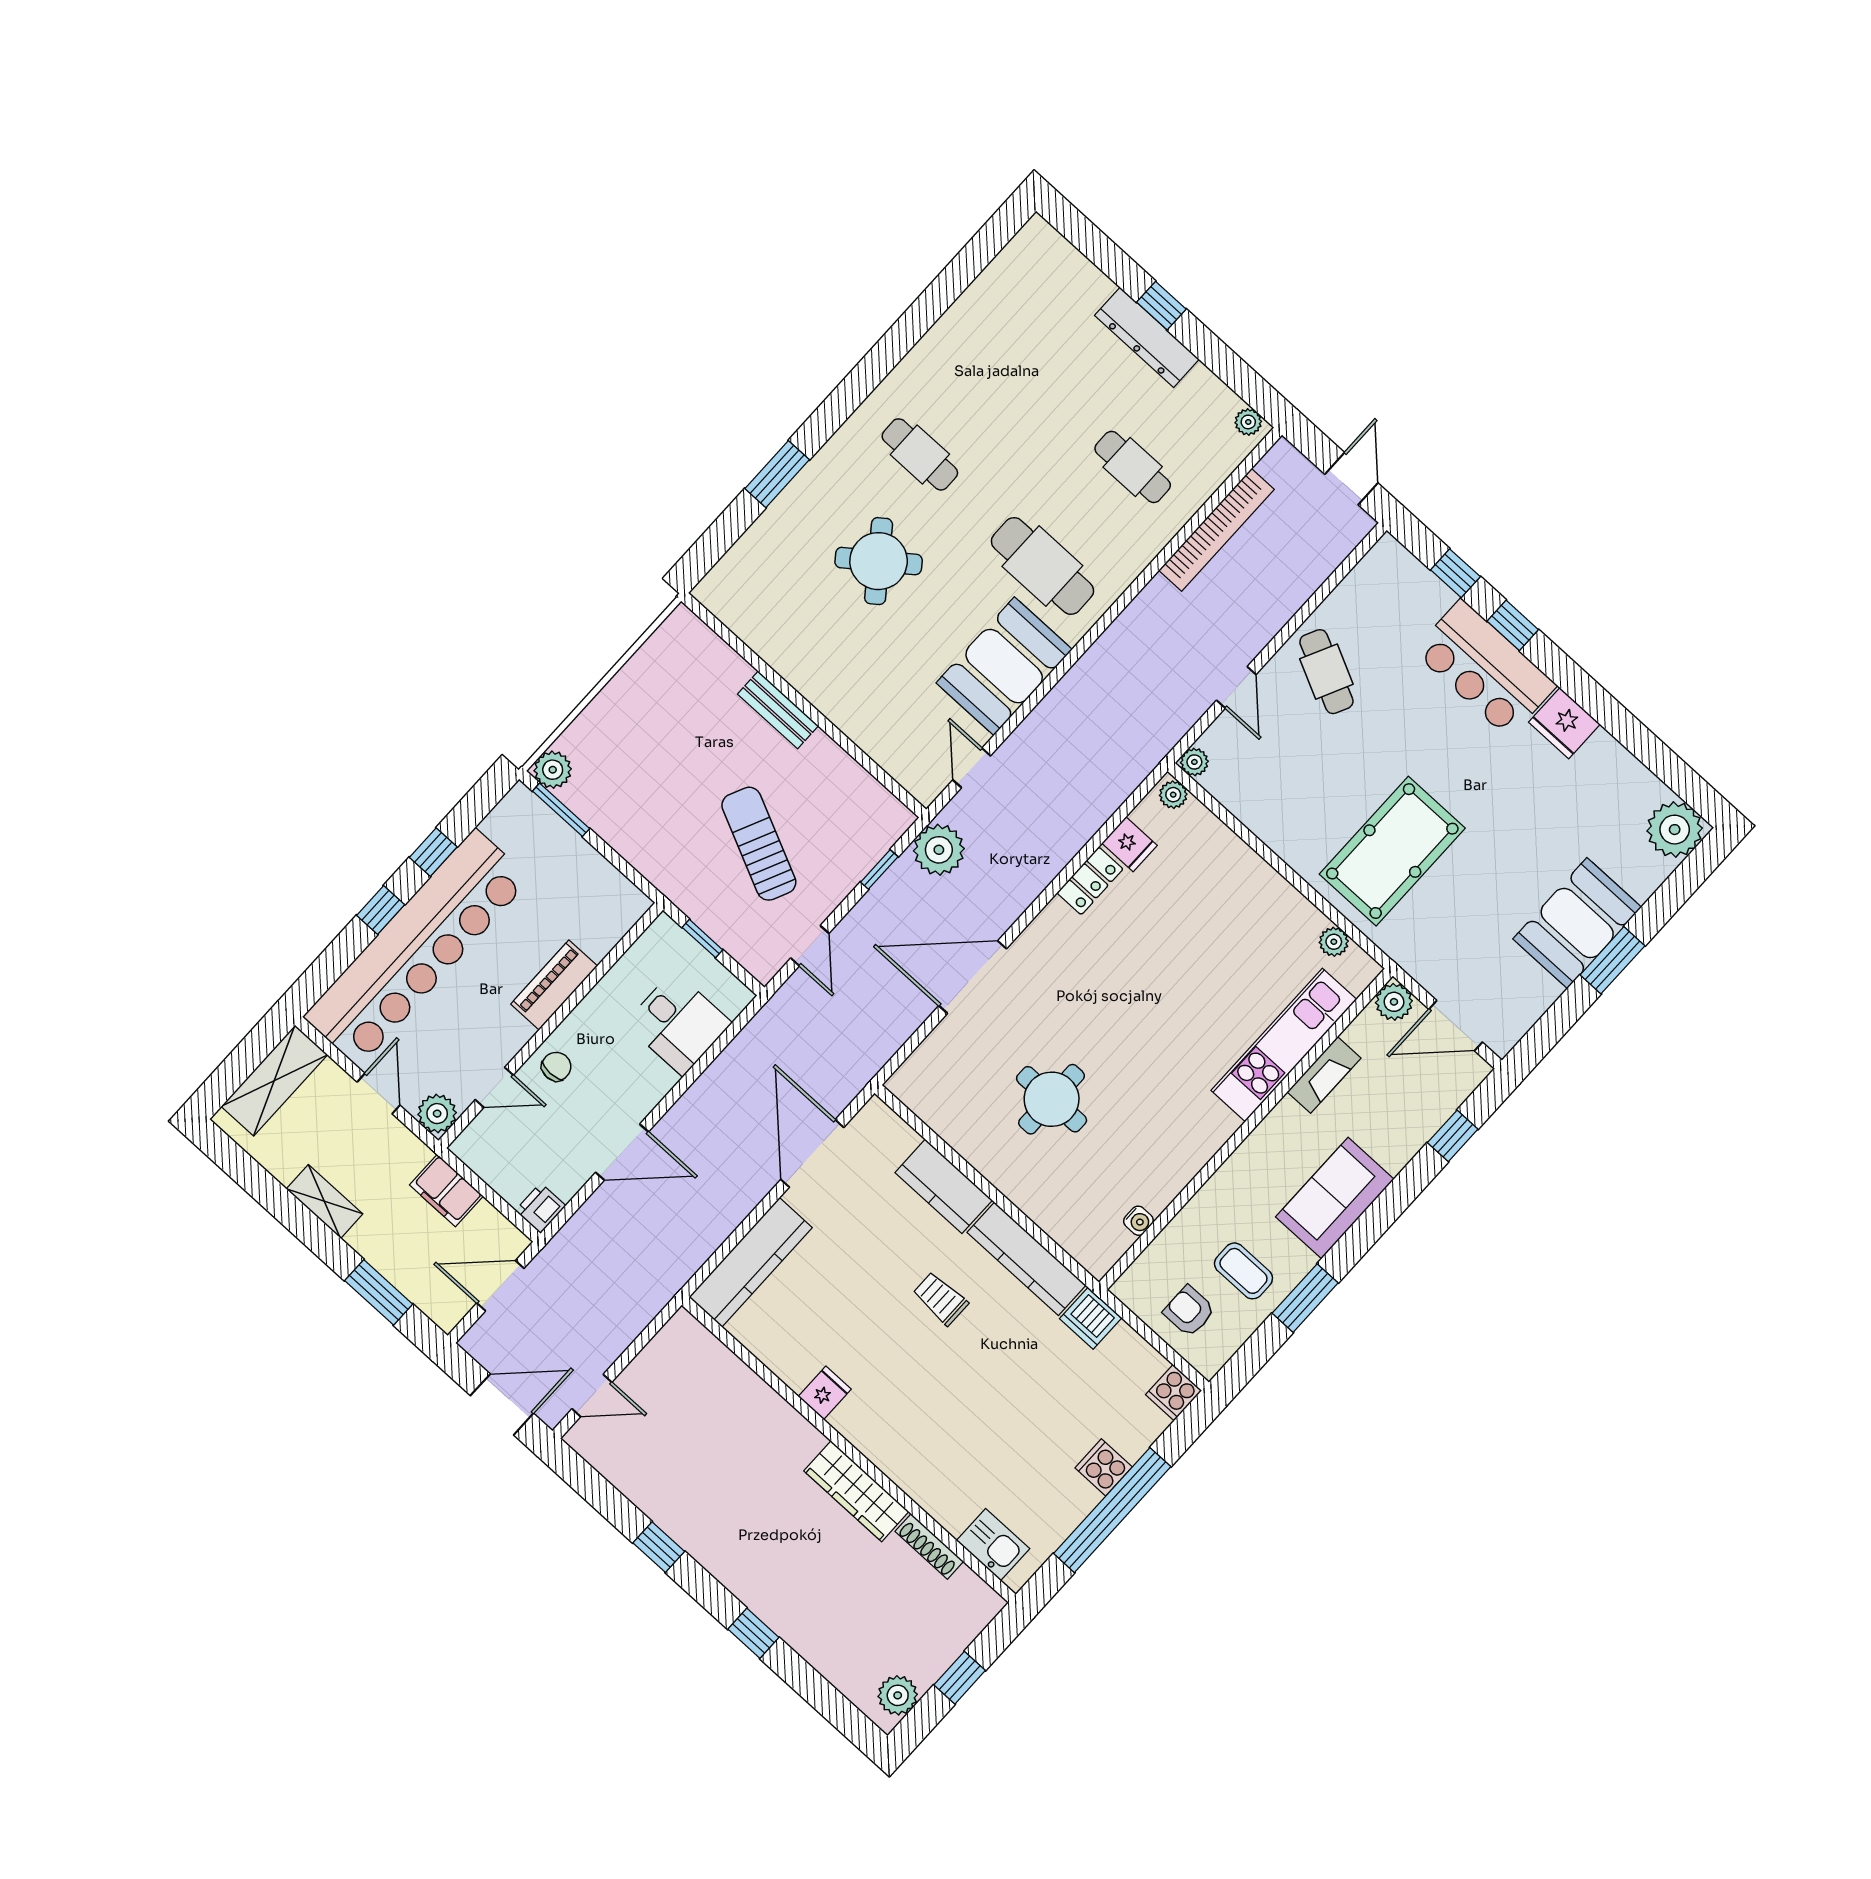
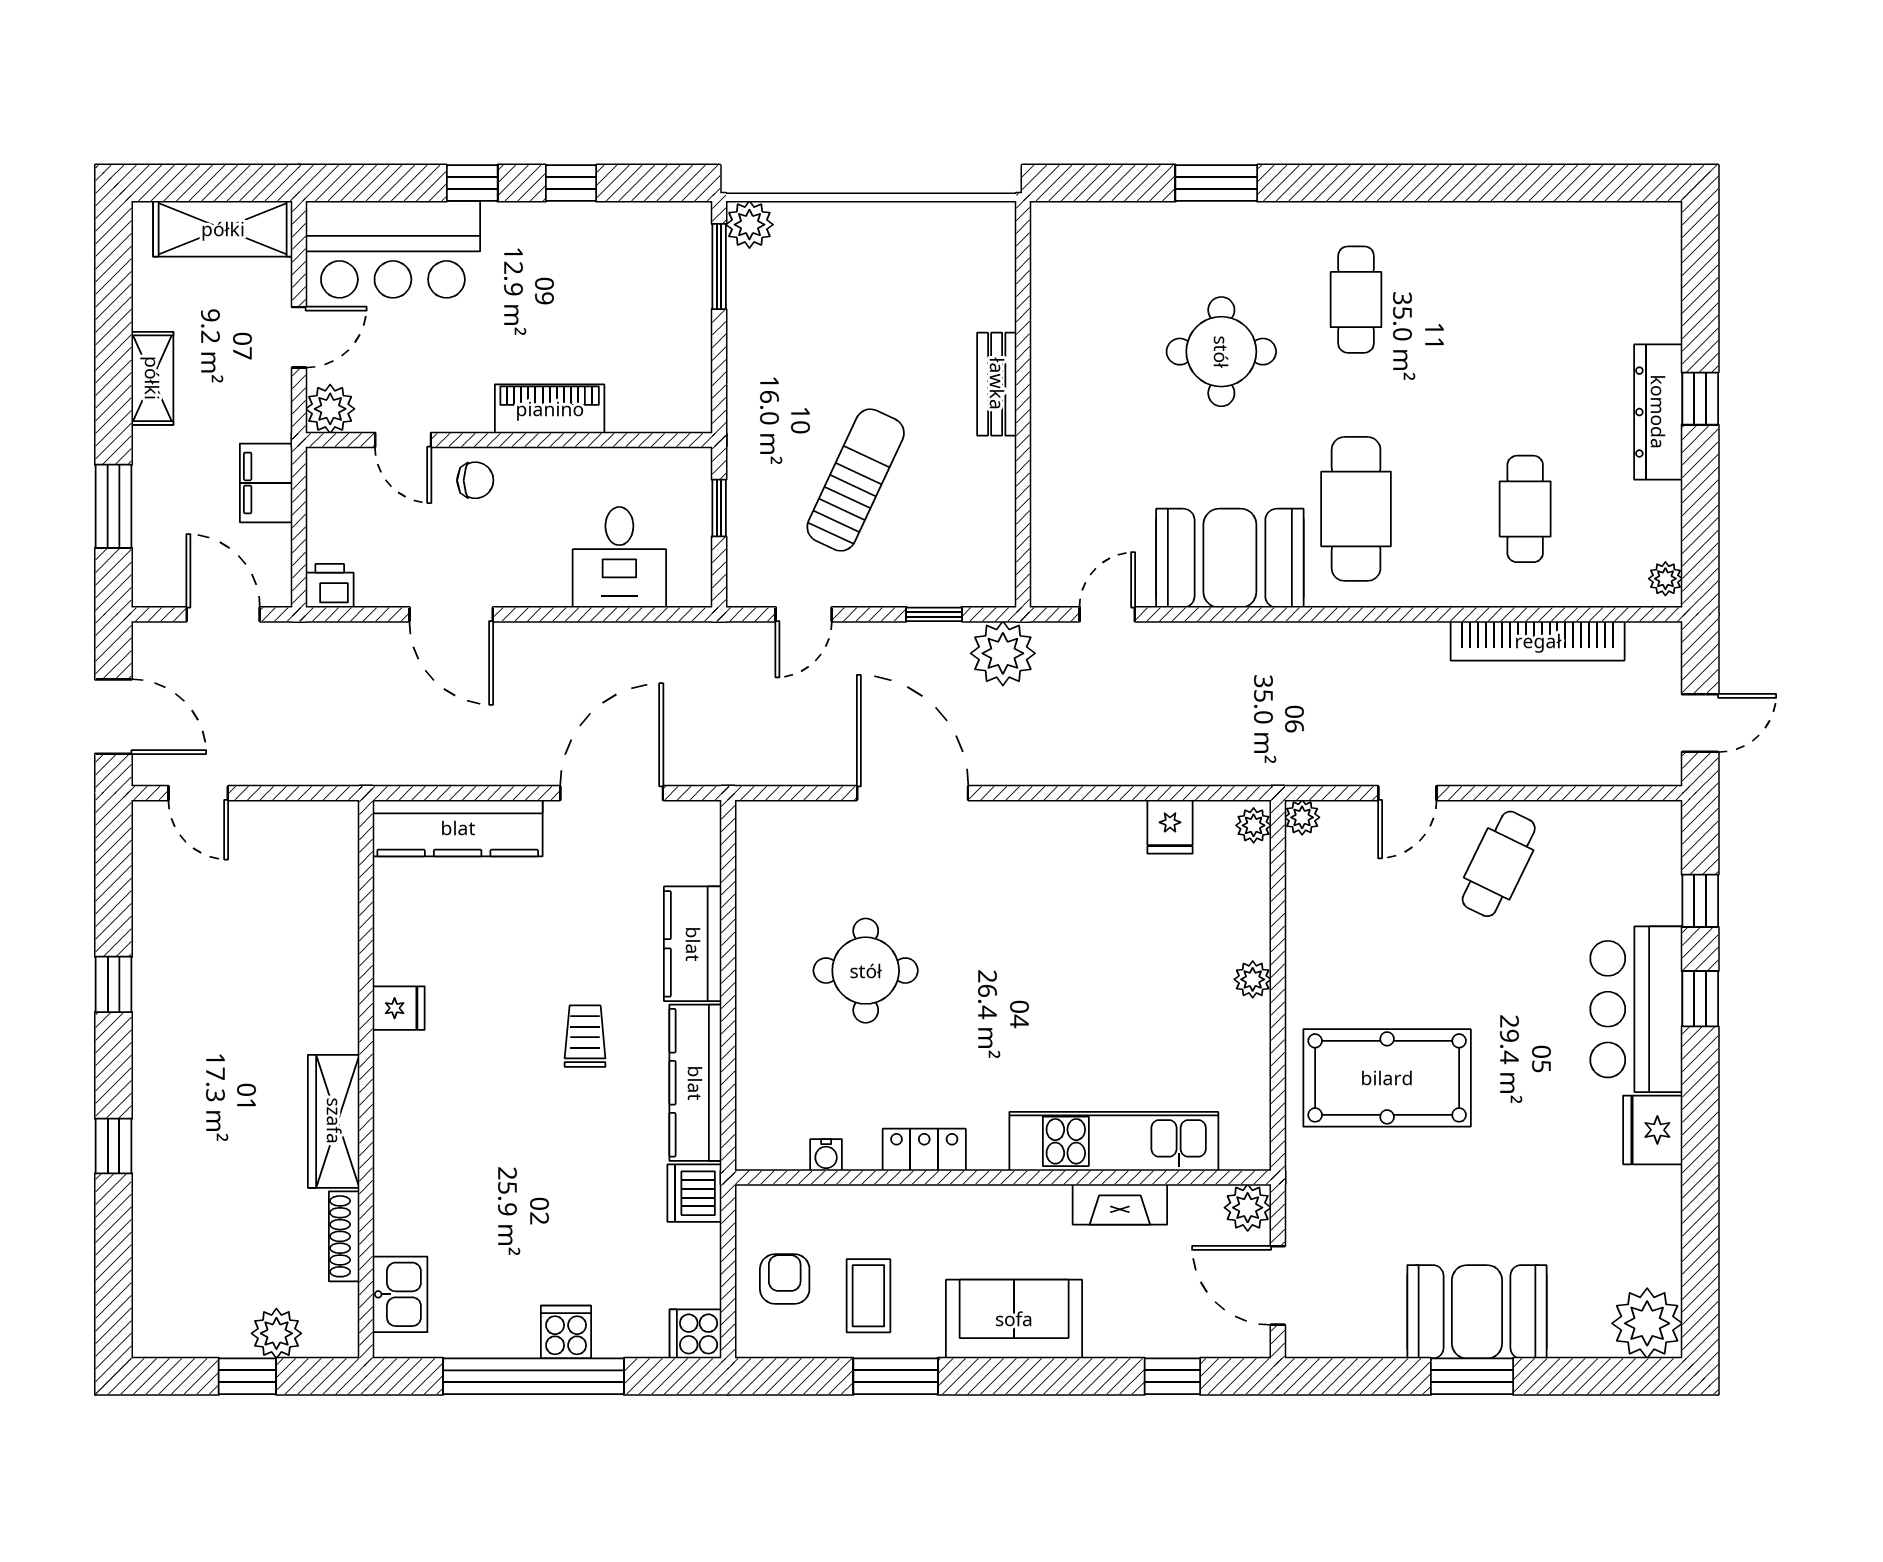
round table: (879, 561) -> (1221, 352), turned 37
locker: (1090, 881) -> (924, 1150), moved, turned 180
plant: (1334, 942) -> (1253, 979), moved
bar counter: (417, 948) -> (393, 249), width x0.54
plant: (898, 1695) -> (276, 1333), moved

